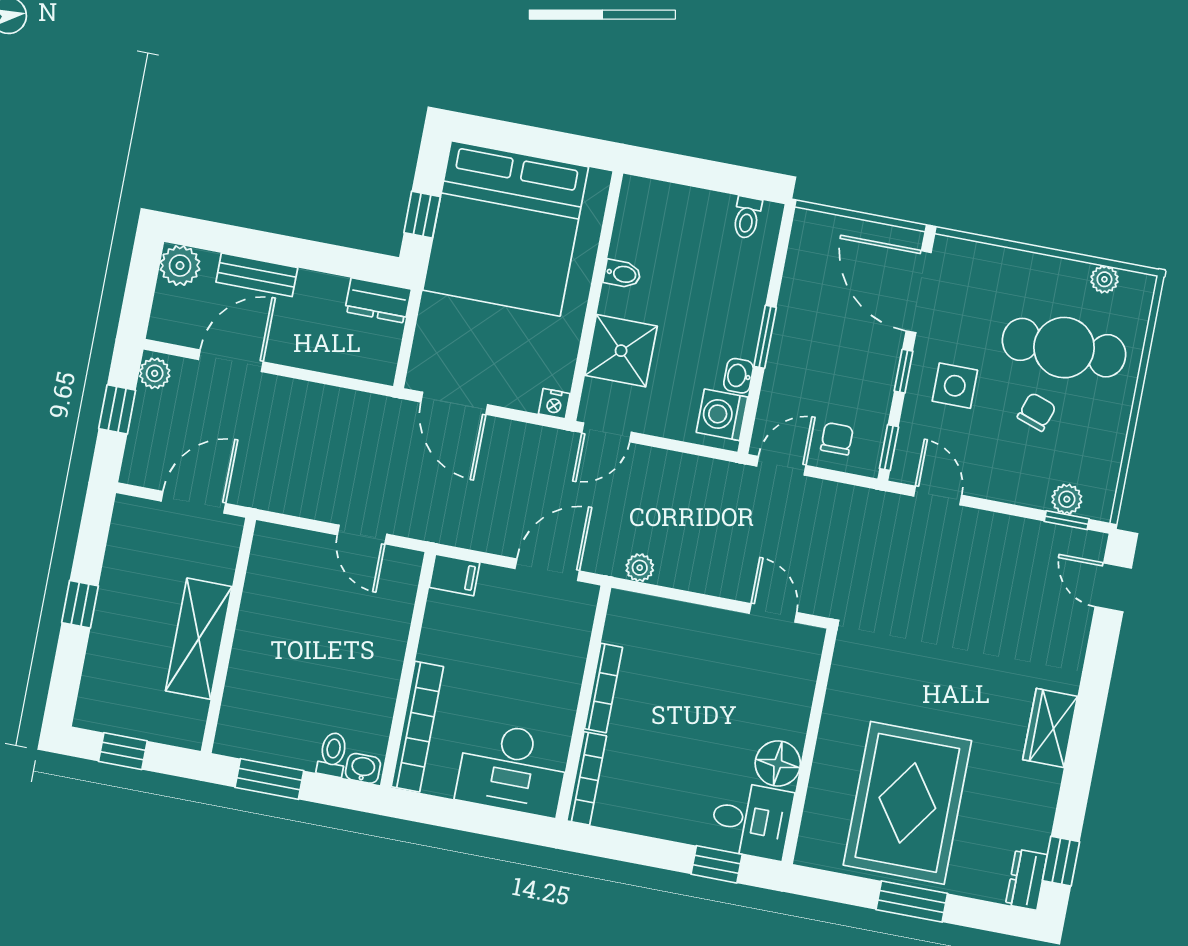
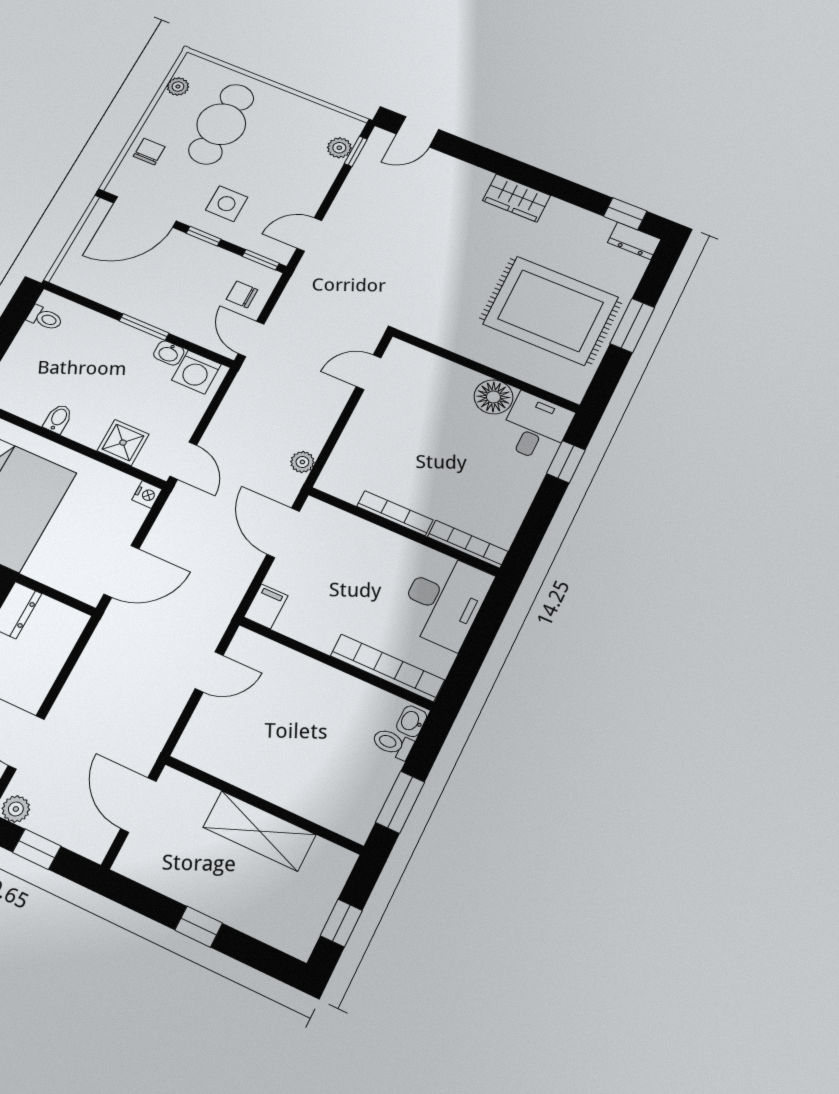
shower: (621, 351) -> (123, 443), width x0.73, depth x0.73
chair: (1037, 412) -> (149, 152), moved, turned 71

